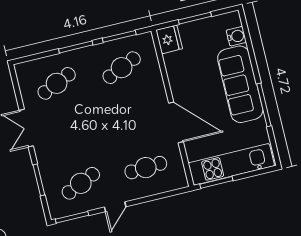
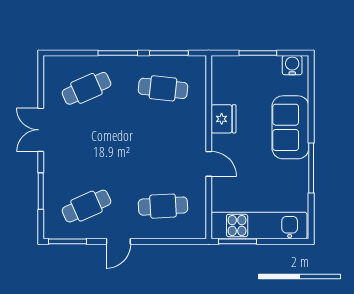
water cooler: (236, 36) -> (292, 65), moved, turned -90
fridge: (169, 39) -> (223, 119), moved
cafe table: (122, 68) -> (163, 88), turned 30
sofa: (240, 84) -> (290, 127), width x0.73
door: (176, 122) -> (209, 164), width x0.53

